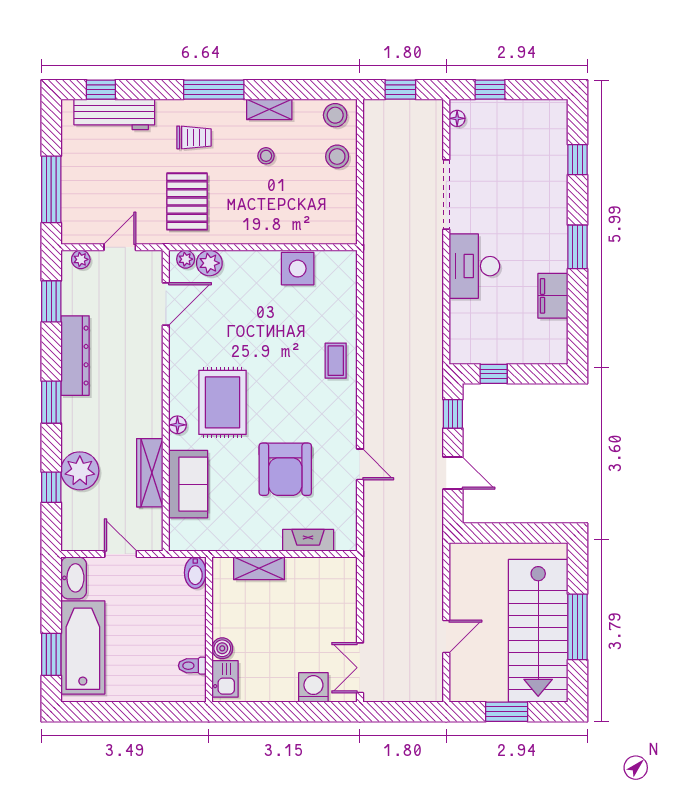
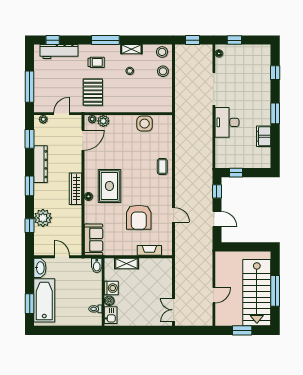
wardrobe: (150, 473) -> (75, 189), moved
sofa: (188, 484) -> (93, 240), moved
washing machine: (313, 687) -> (111, 288), moved, turned 90

